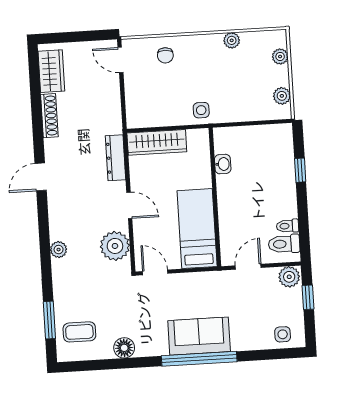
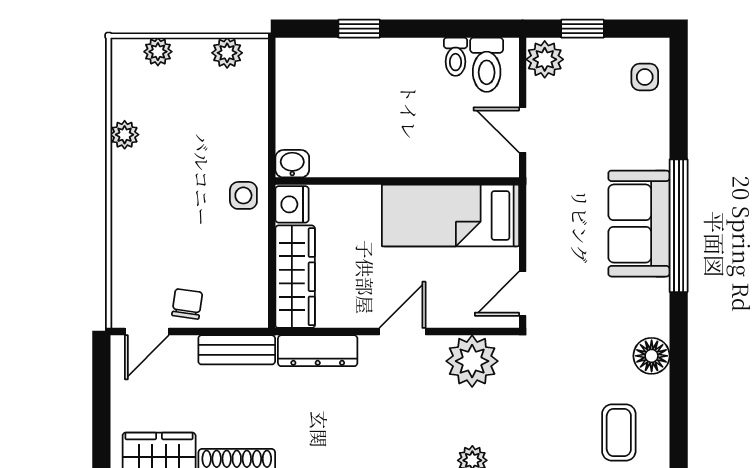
chair: (165, 55) -> (187, 304), moved, turned -82
bench: (113, 112) -> (237, 350), added
nightstand: (198, 138) -> (292, 204), added
washbasin: (223, 164) -> (292, 164), moved

